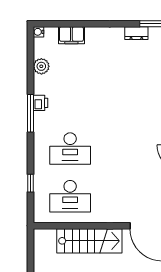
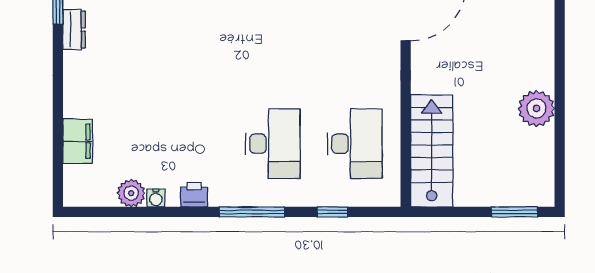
water cooler: (38, 32) -> (156, 198), moved
window: (30, 113) -> (252, 212), moved
stairs: (89, 241) -> (432, 151), moved

